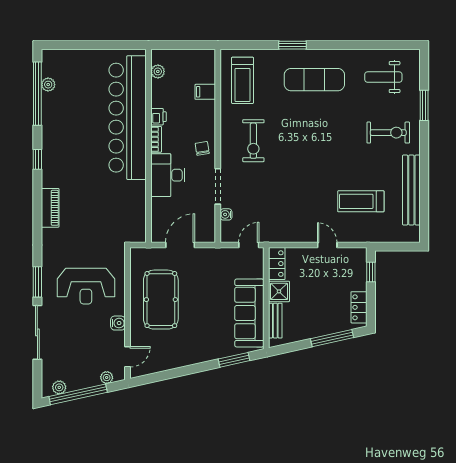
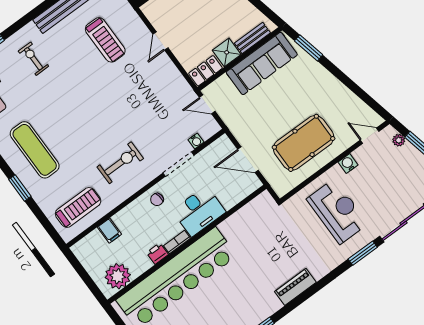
plant: (158, 71) -> (118, 276), width x1.87, depth x1.87
exercise bike: (388, 133) -> (33, 59), width x0.73, depth x0.72

